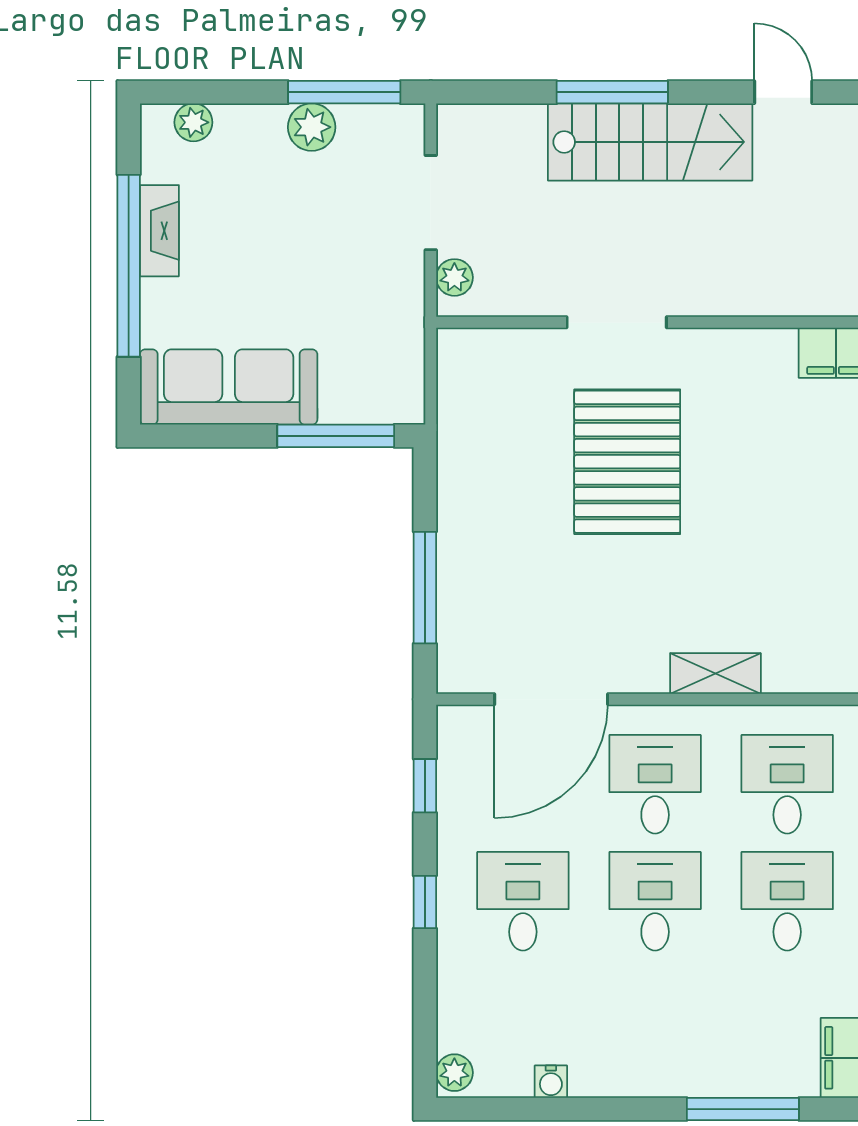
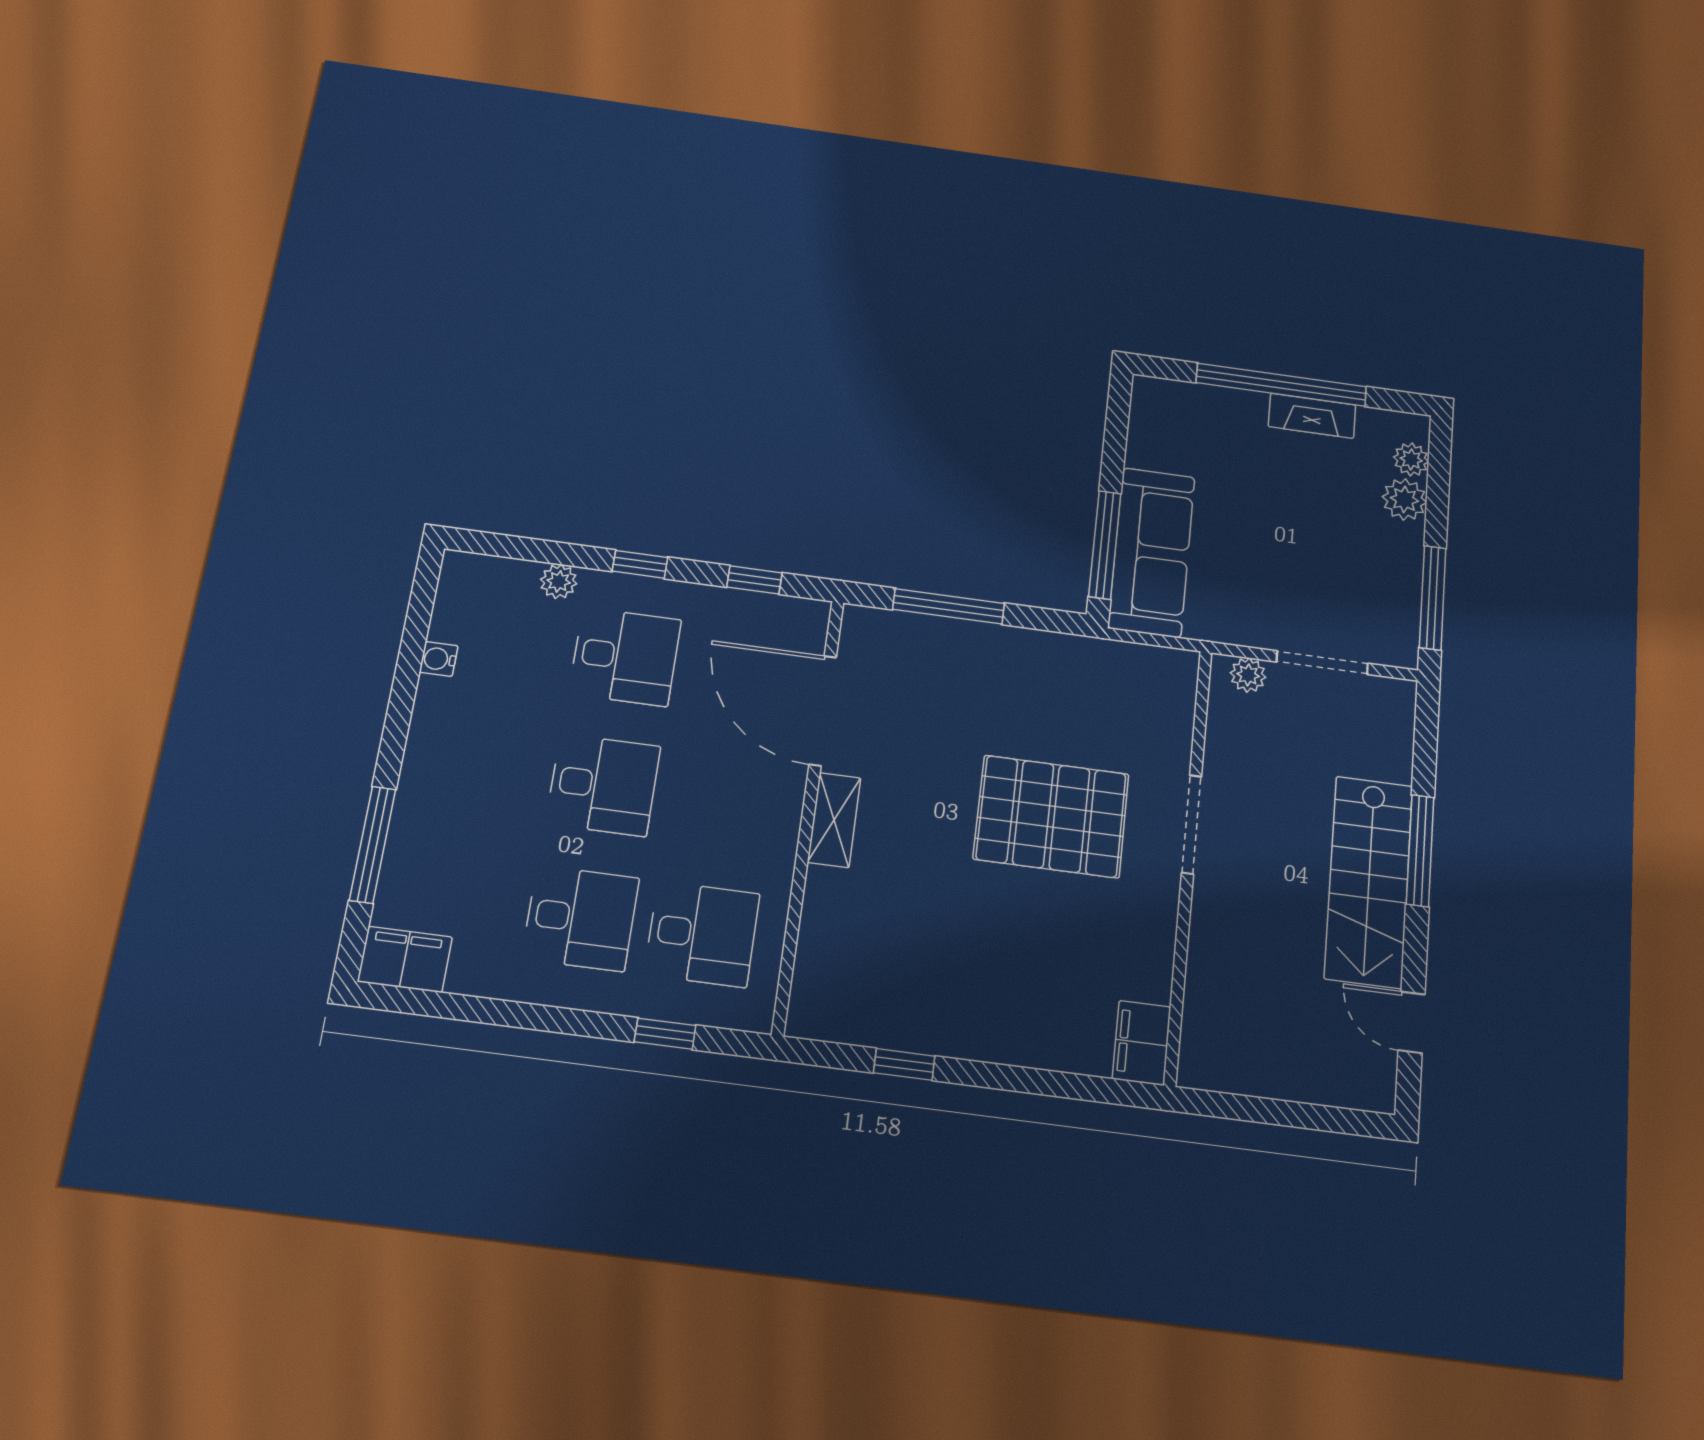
door: (783, 92) -> (1412, 1022), swing flipped
plant: (312, 127) -> (1404, 499), moved
sofa: (229, 387) -> (1152, 552), moved
shelving: (715, 674) -> (834, 820), moved
desk: (655, 784) -> (722, 801), removed
plant: (454, 1073) -> (559, 581), moved

